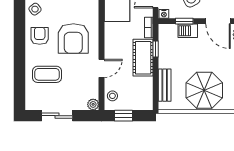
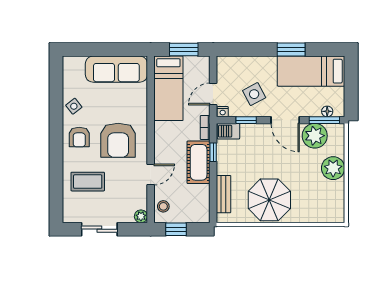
barbecue: (188, 31) -> (228, 131), moved
armchair: (40, 36) -> (79, 137), turned 180

